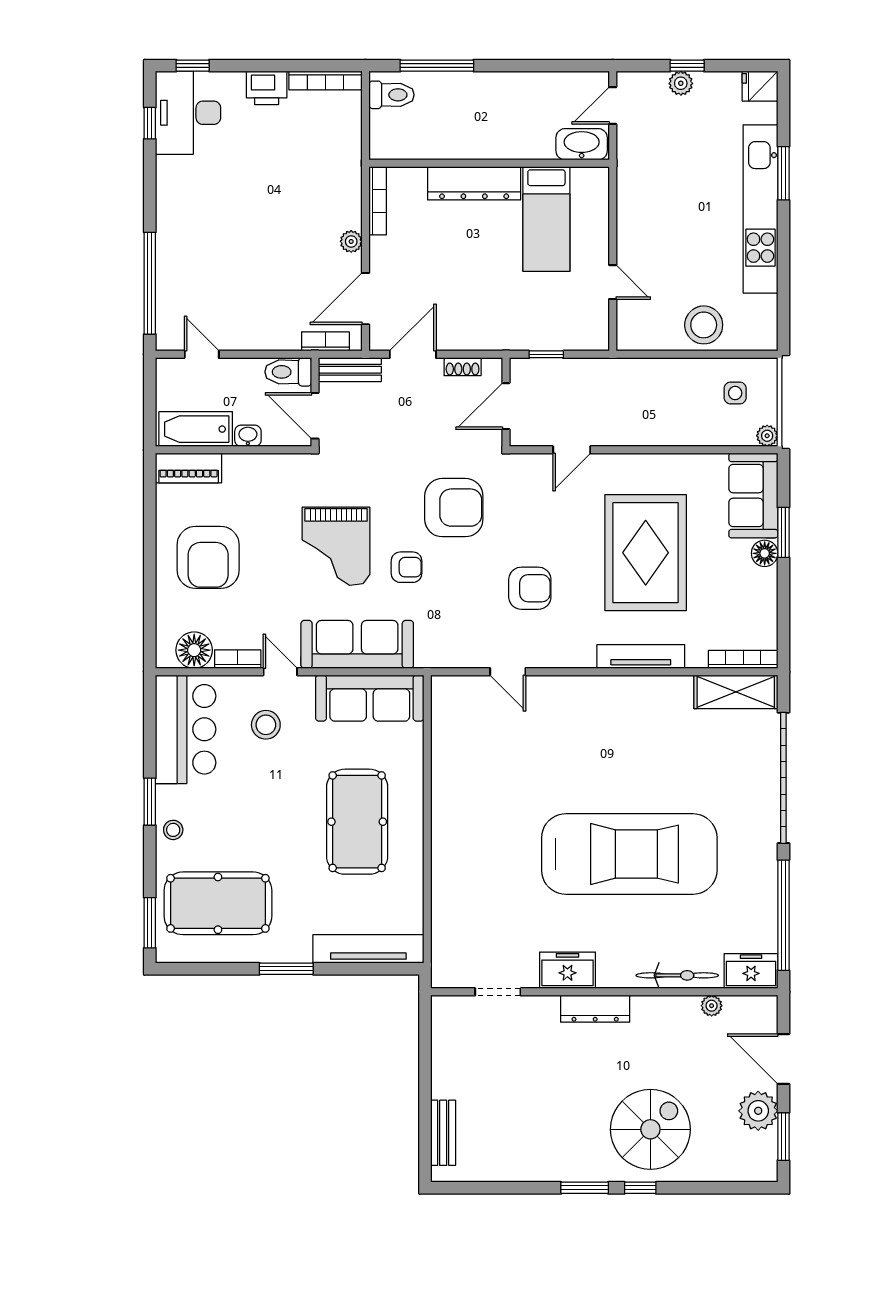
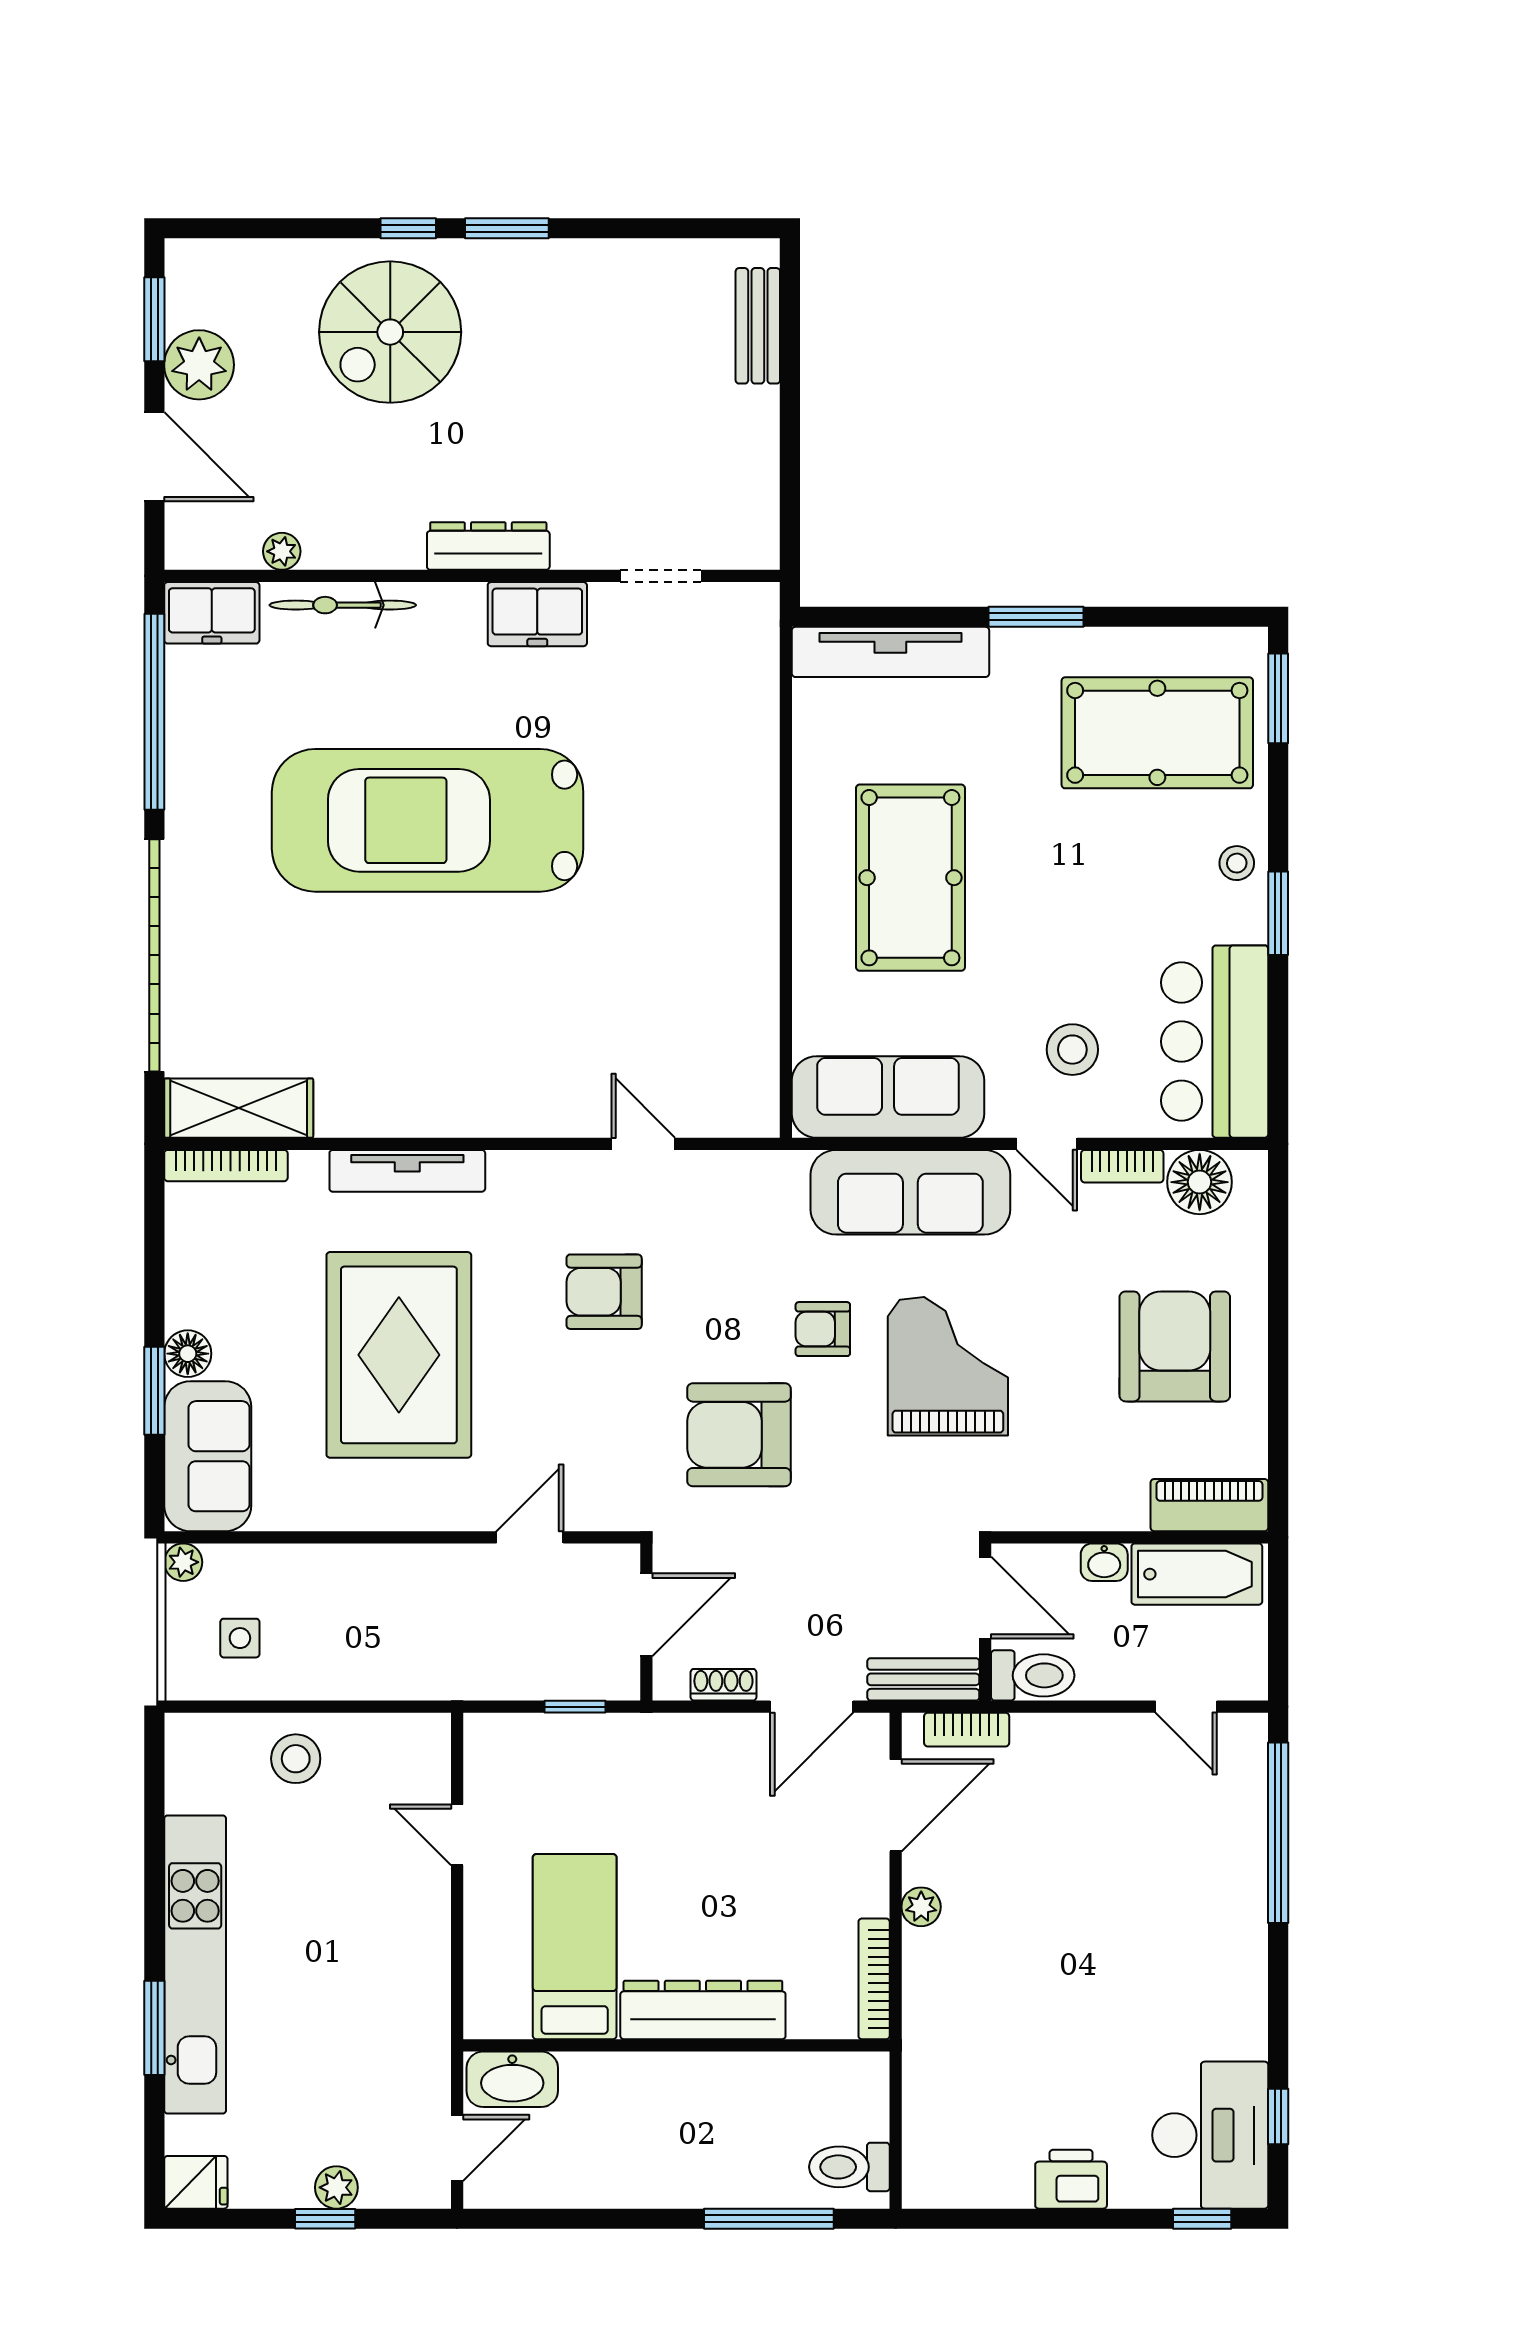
bookcase: (326, 81) -> (966, 2192), removed
stool: (704, 325) -> (296, 1759), width x0.73, depth x0.73

